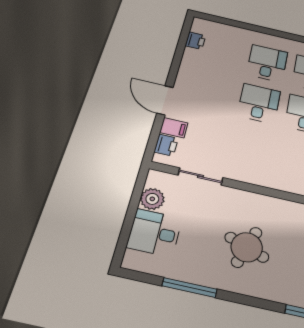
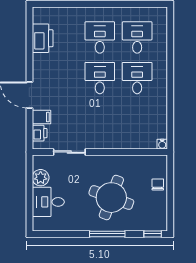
printer: (195, 41) -> (43, 38), width x1.87, depth x1.48
round table: (247, 247) -> (111, 198), width x1.36, depth x1.36
window: (190, 288) -> (107, 234), moved

